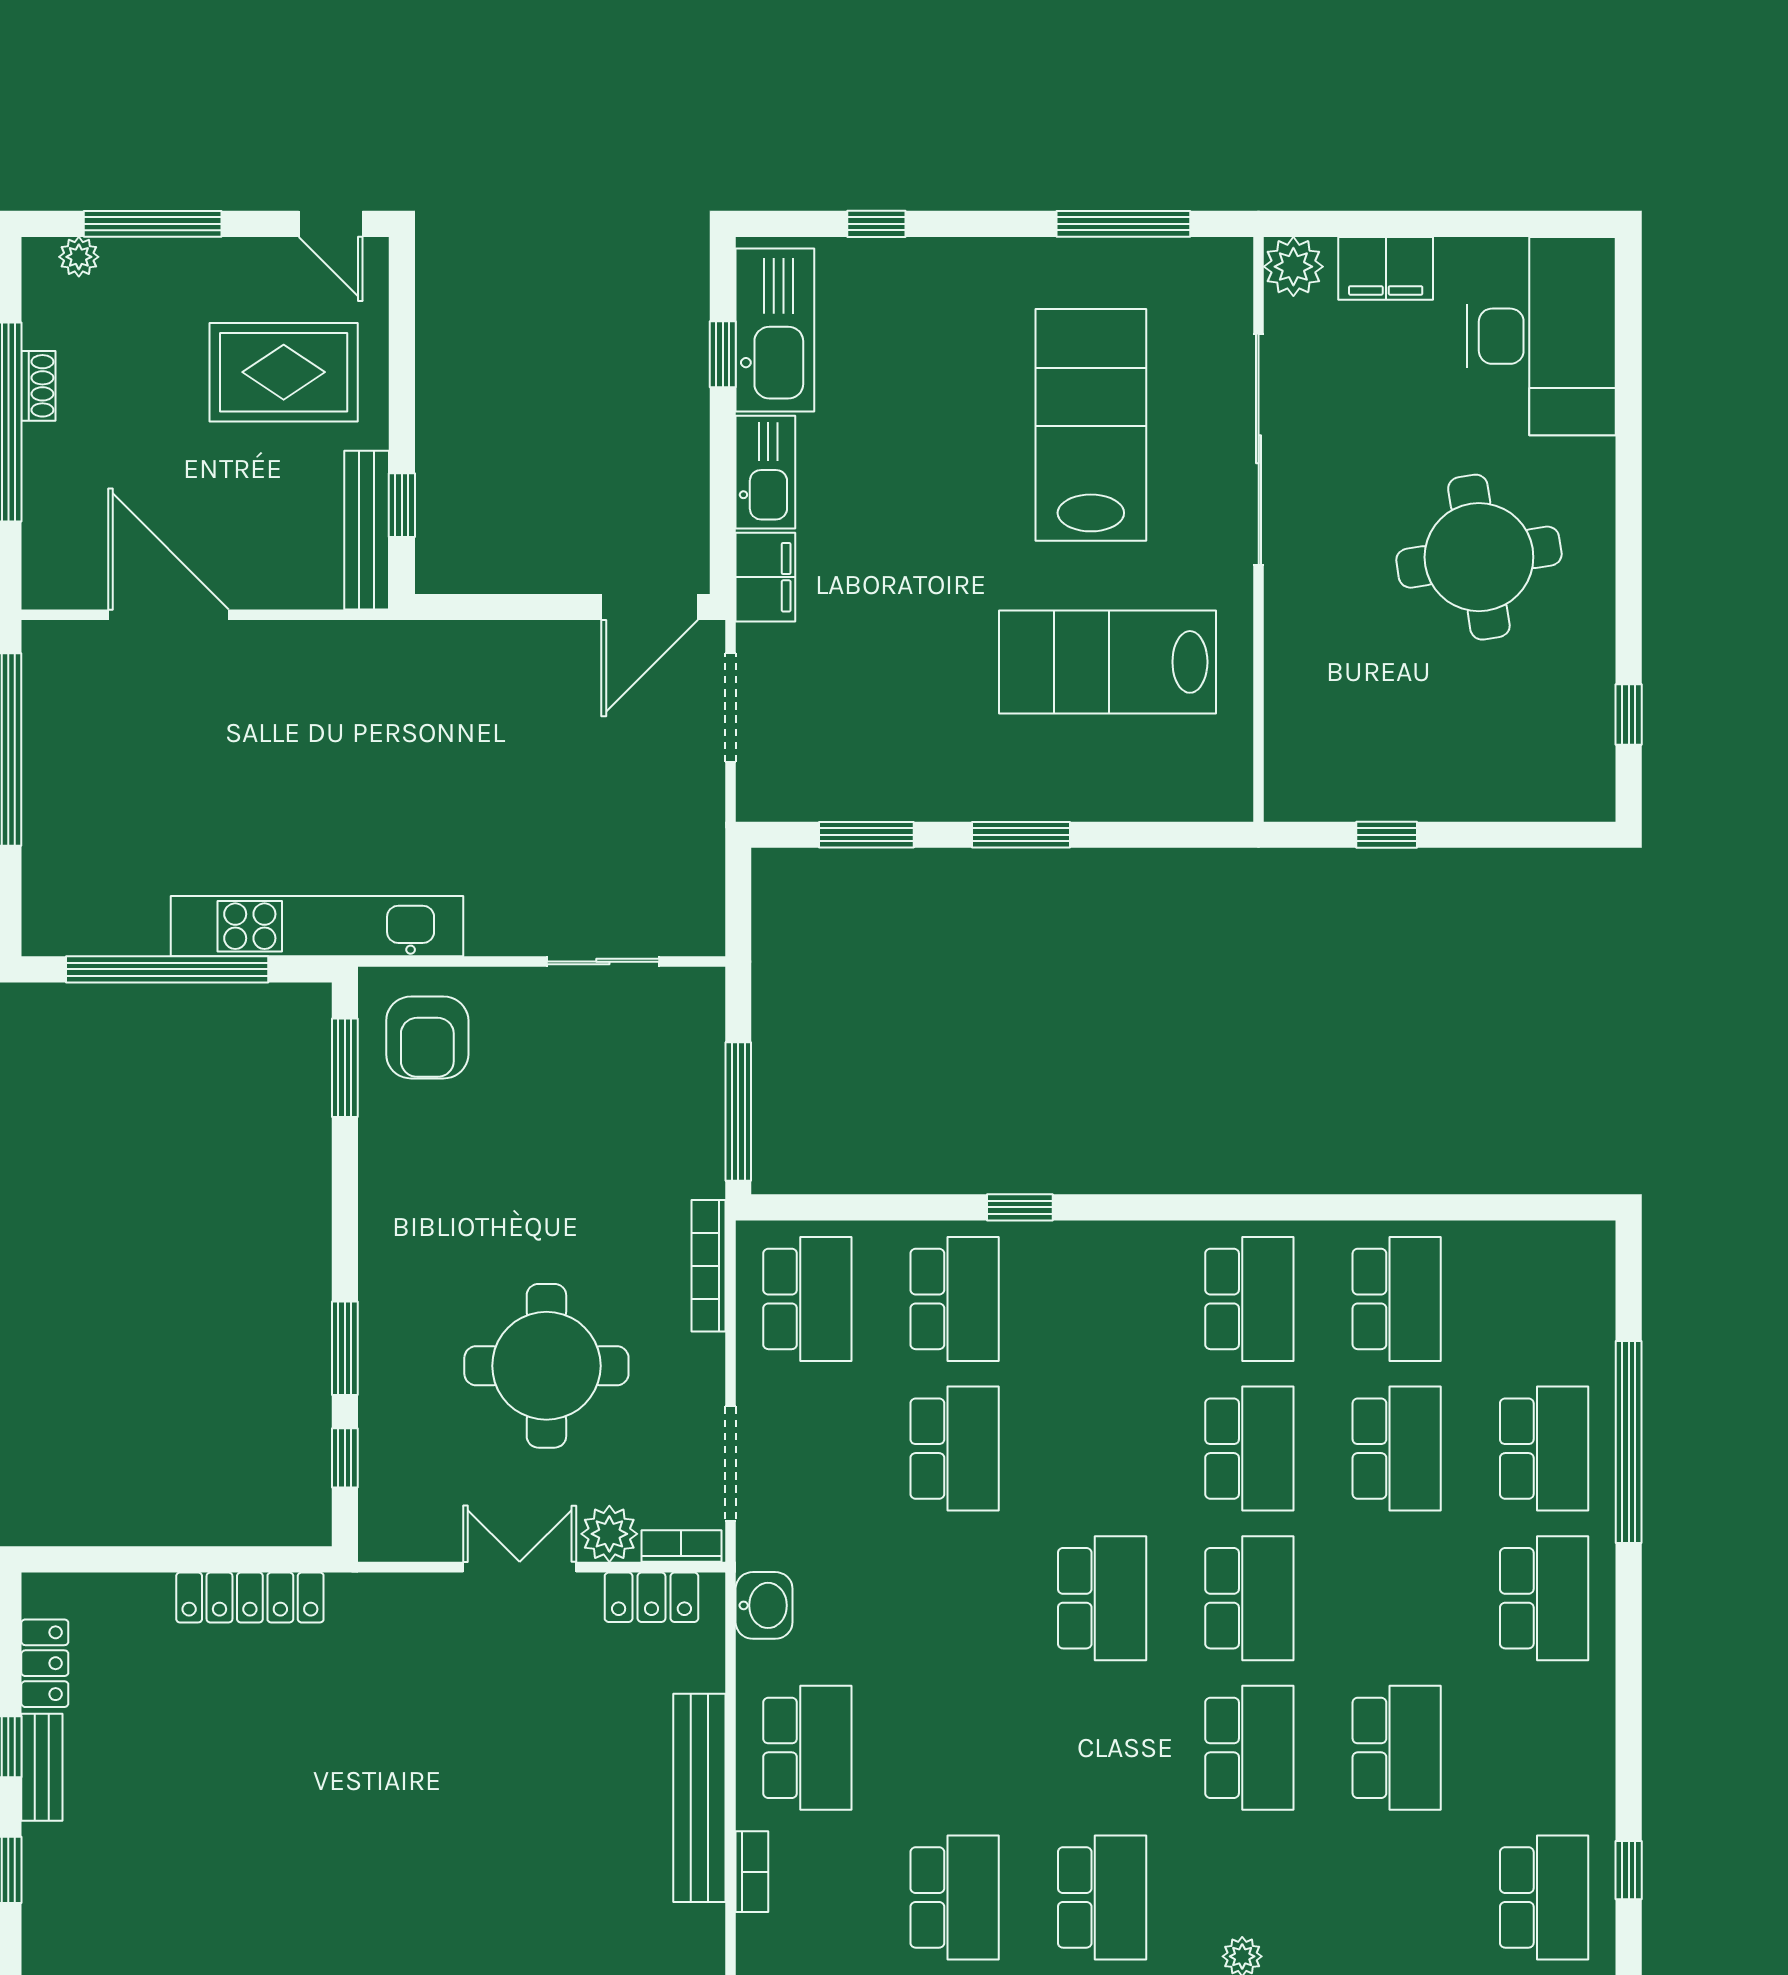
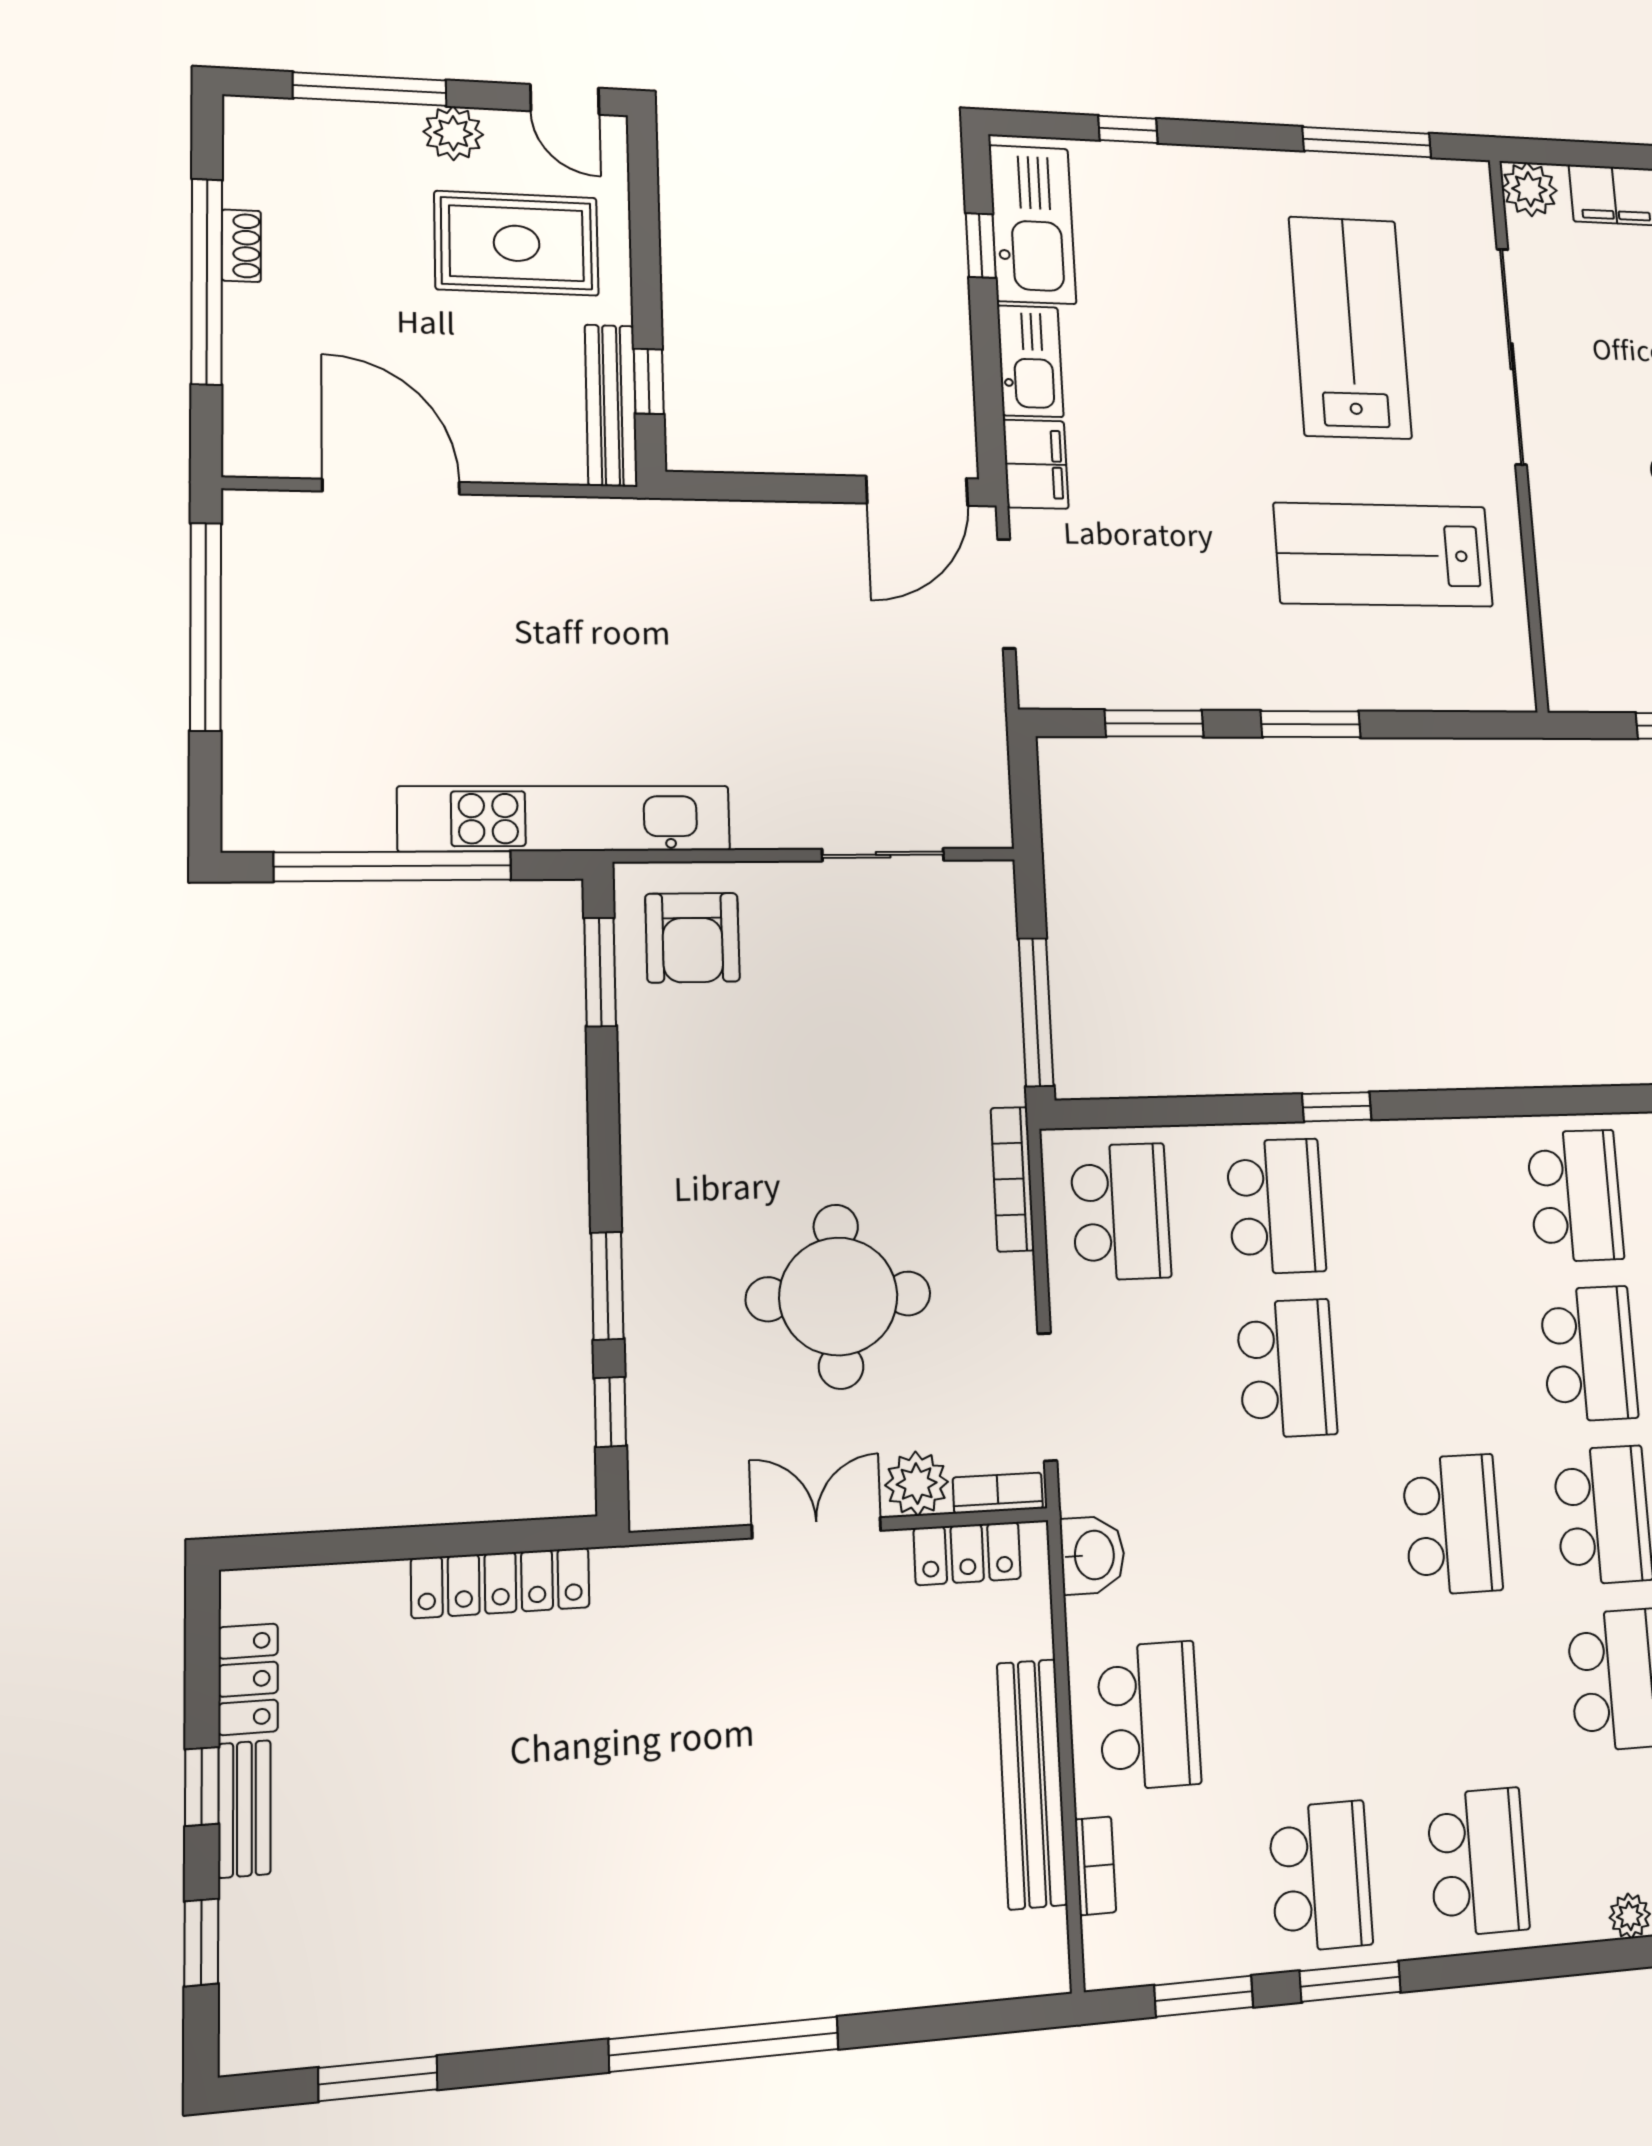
plant: (79, 257) -> (453, 133), moved, width x1.38, depth x1.38

